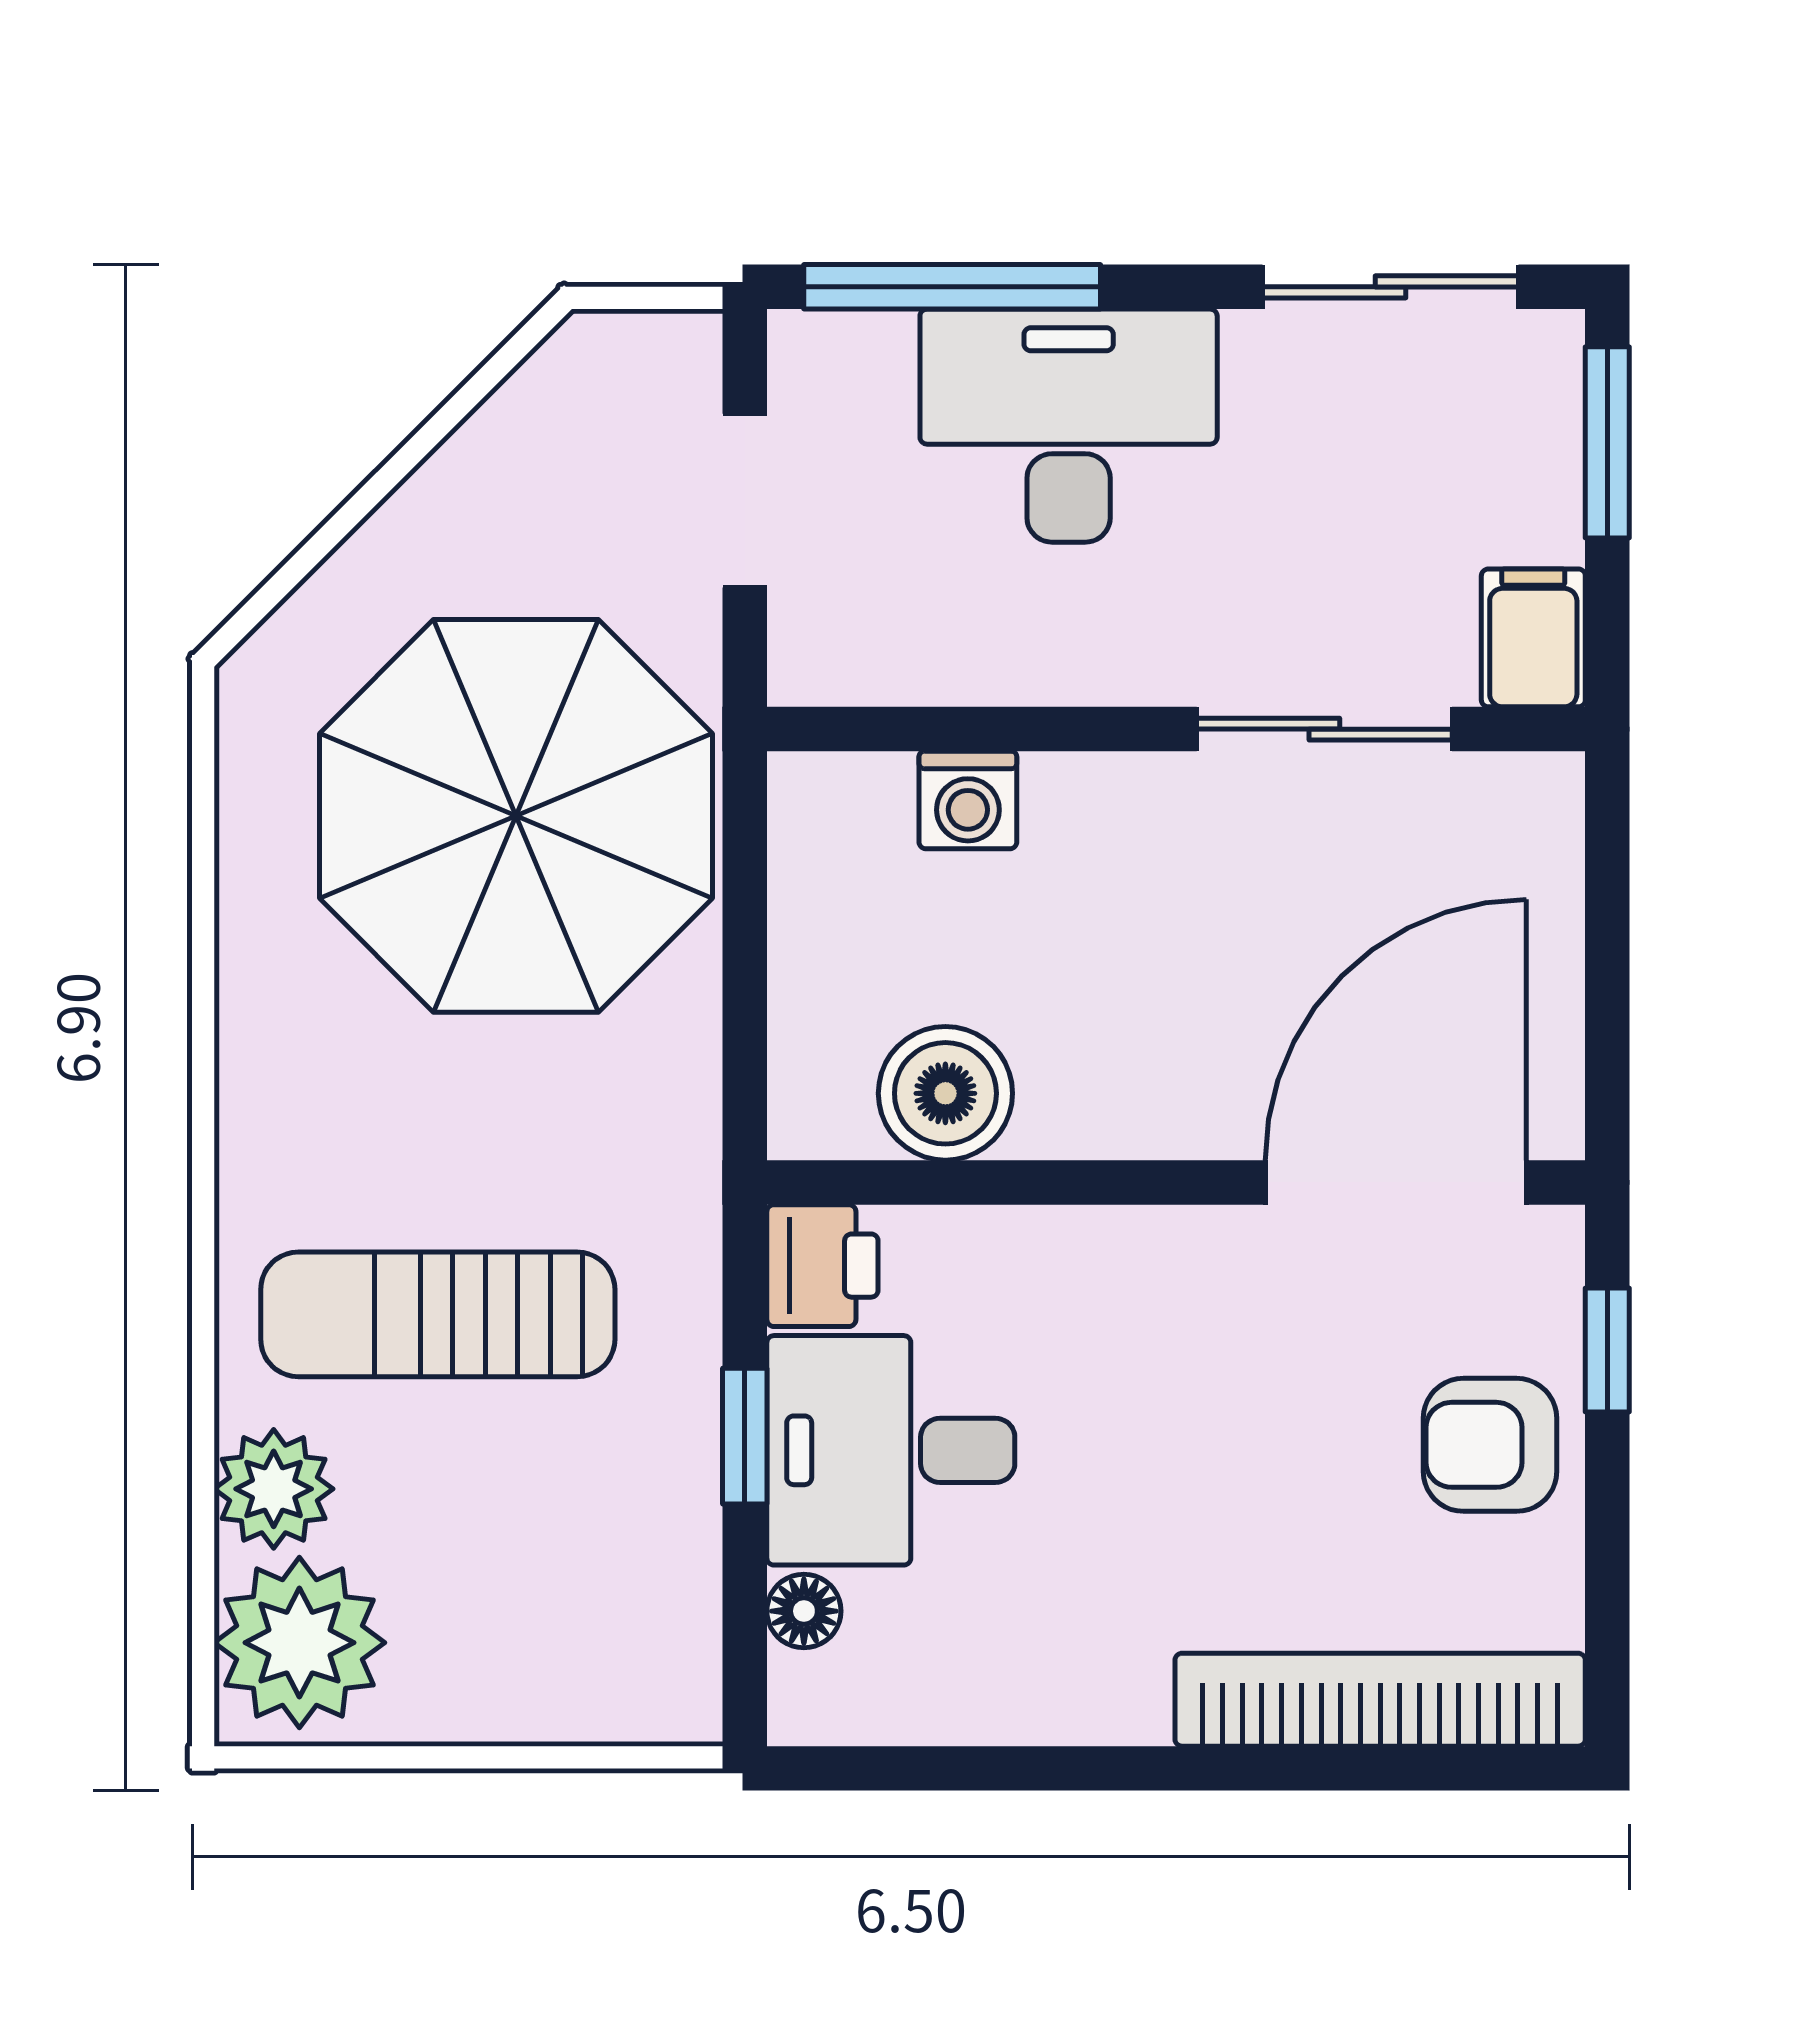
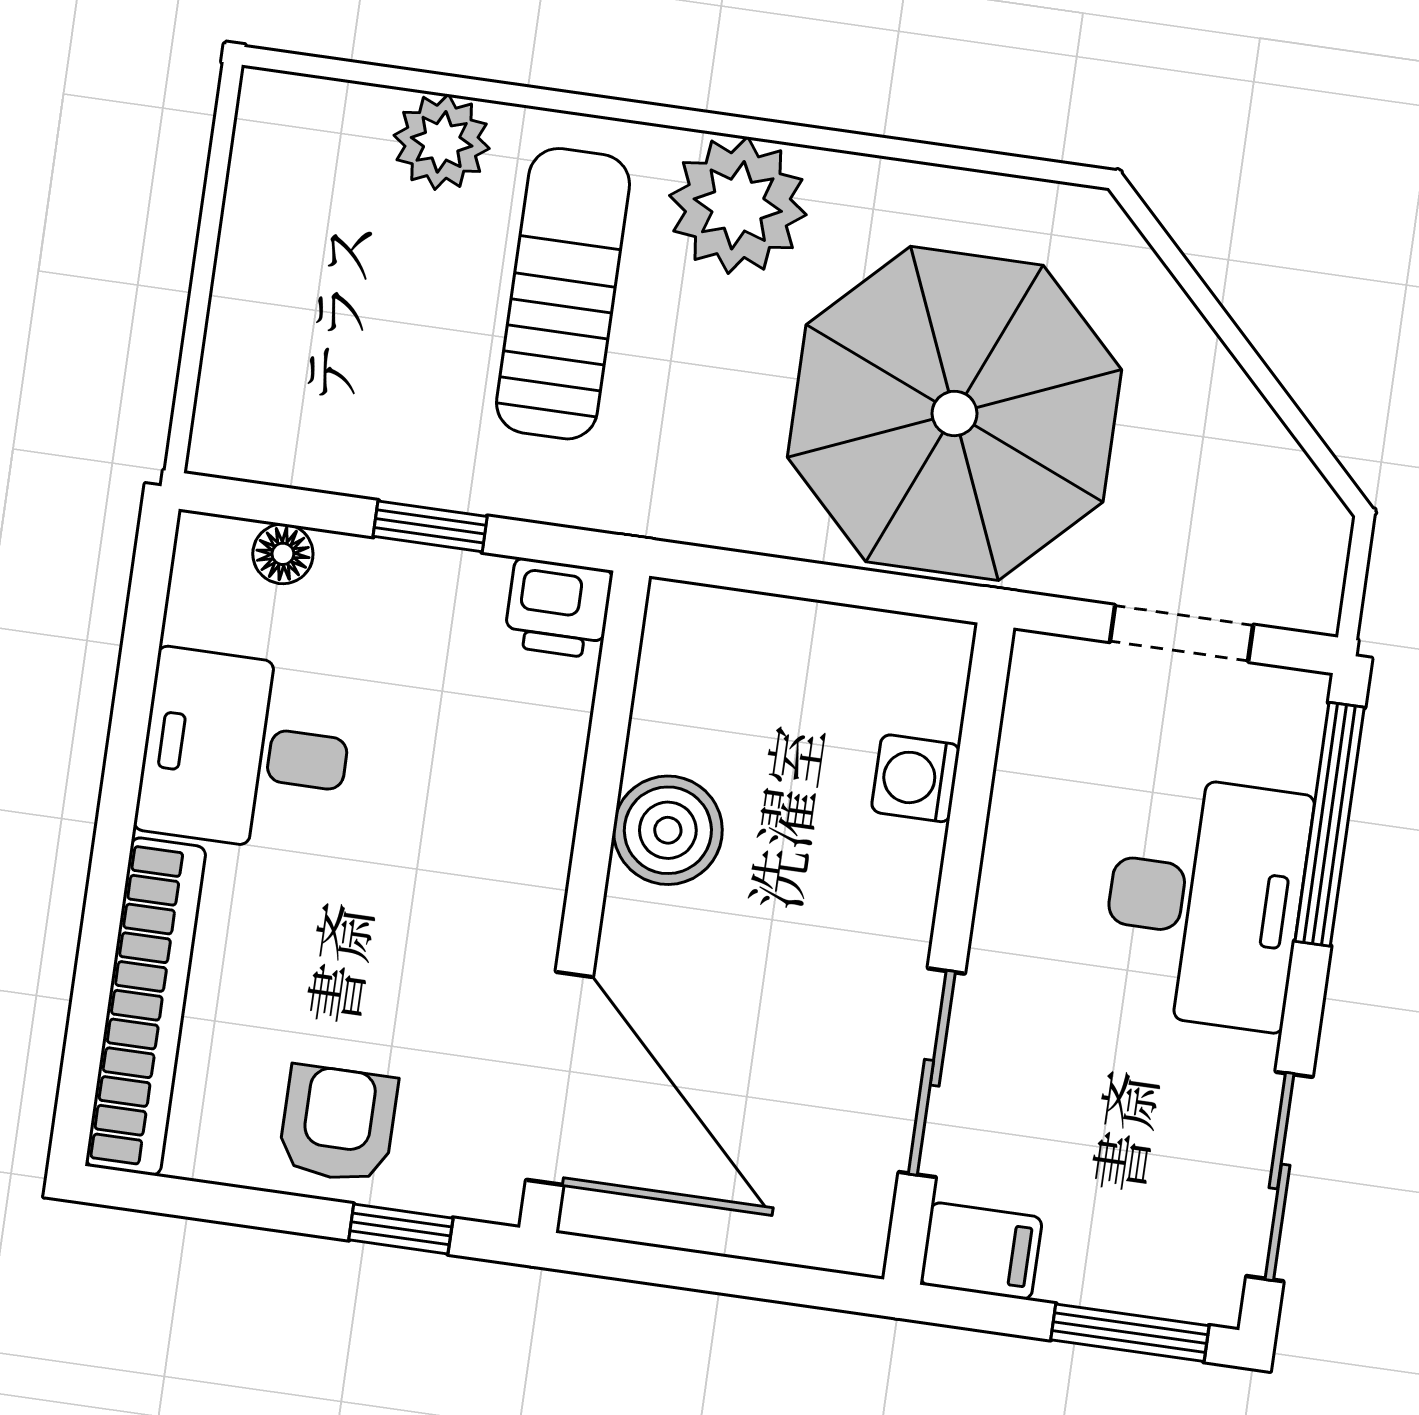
boiler: (945, 1093) -> (668, 830), moved
desk: (891, 1450) -> (245, 751), moved, turned -90
plant: (299, 1643) -> (738, 205), moved

